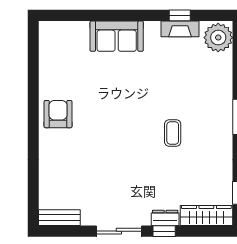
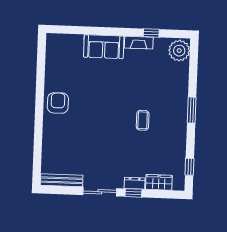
fireplace: (180, 29) -> (139, 43), moved
wardrobe: (206, 215) -> (159, 182), width x0.67
bench: (59, 218) -> (62, 180), width x1.36

